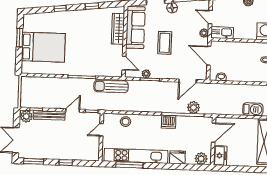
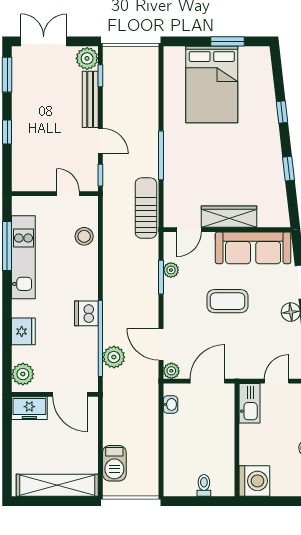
wardrobe: (118, 29) -> (229, 217), moved
plant: (204, 33) -> (171, 371), moved
kitchen unit: (136, 156) -> (23, 257), width x0.73

